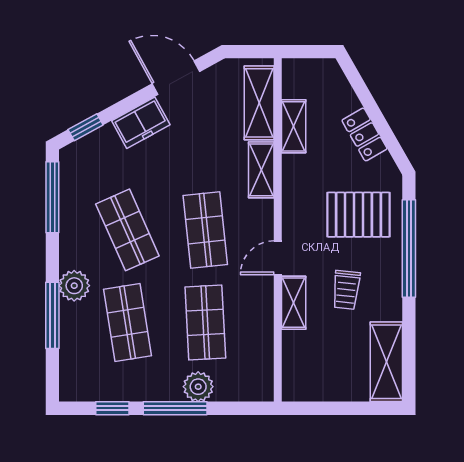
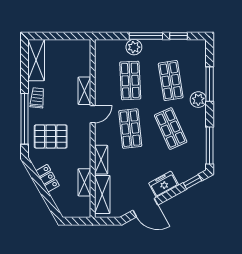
trolley: (346, 290) -> (37, 98), moved

